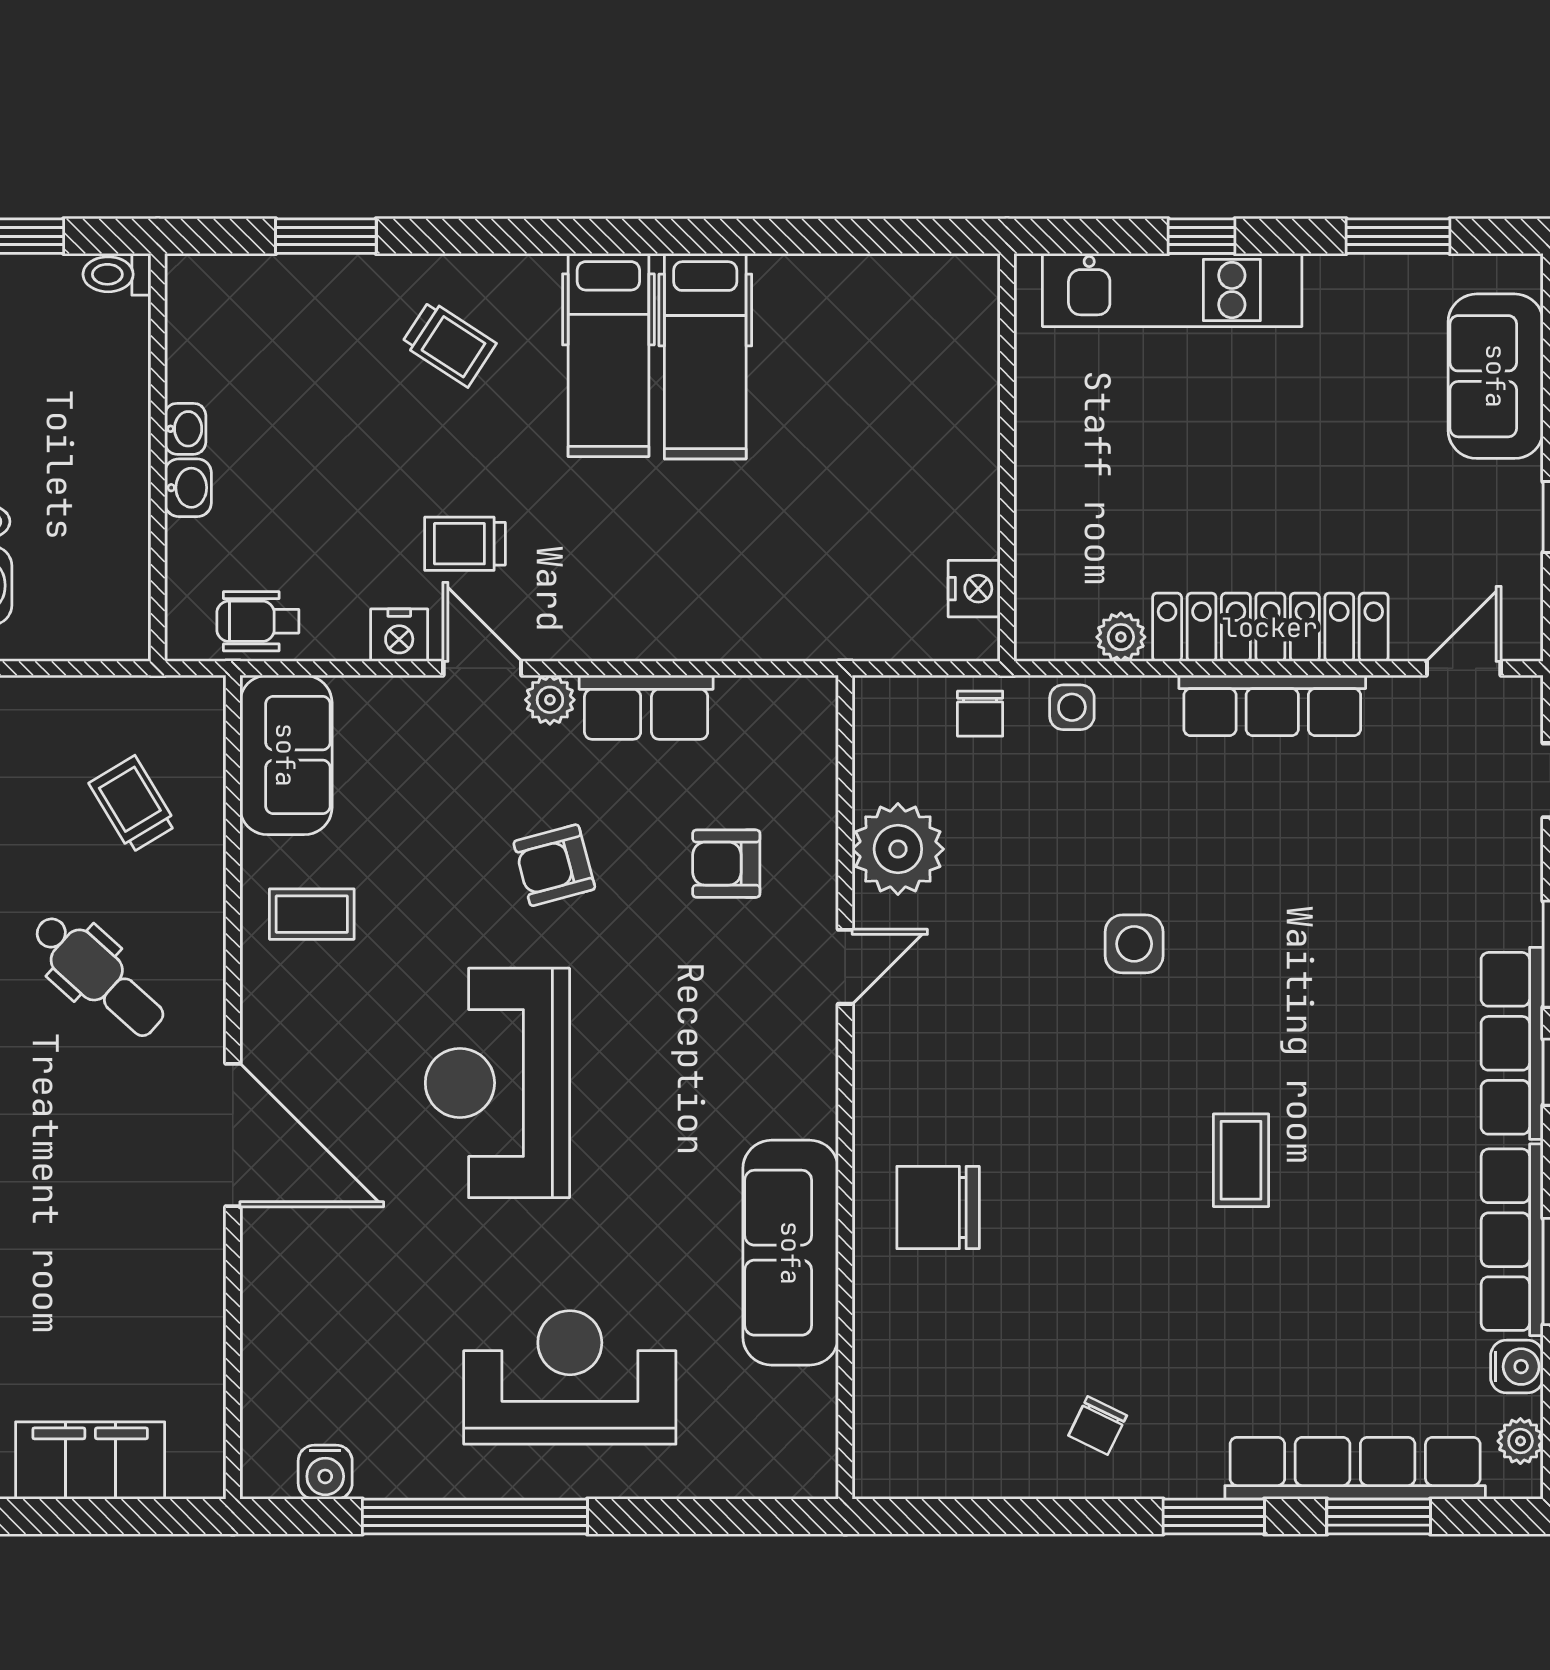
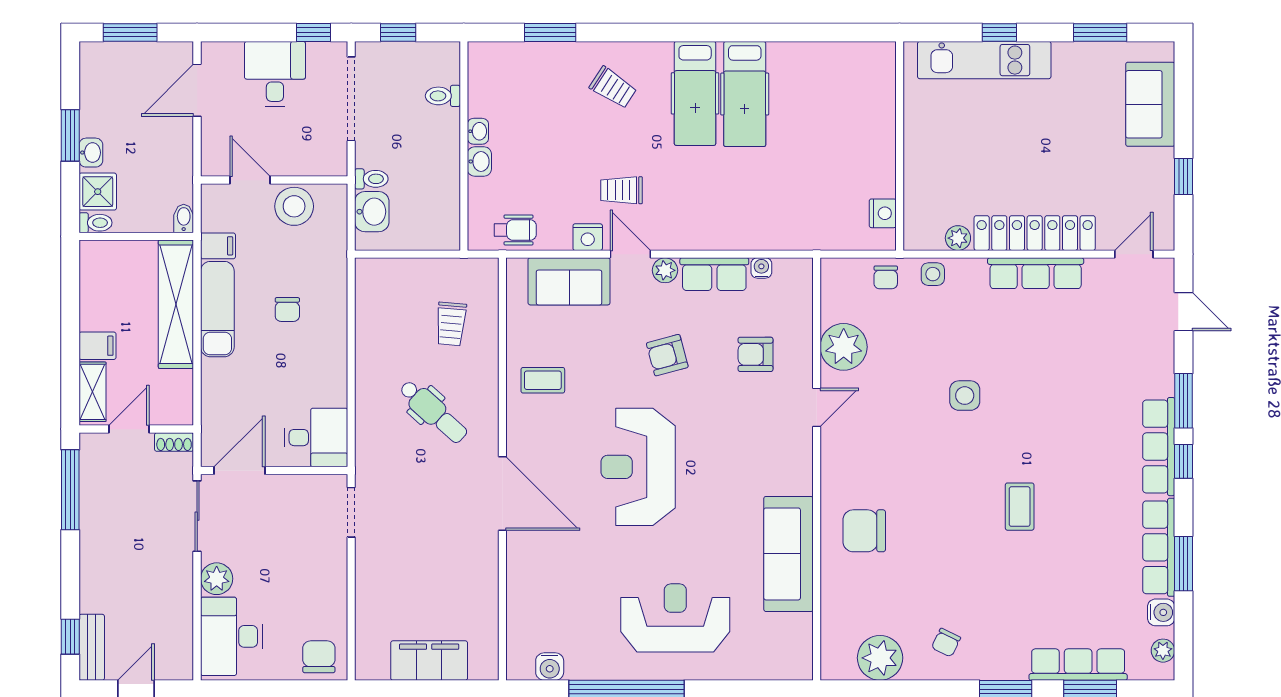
toilet: (117, 274) -> (443, 96), moved
wheelchair: (258, 621) -> (515, 230), turned 180
water cooler: (738, 695) -> (761, 268), added
sofa: (286, 755) -> (569, 281), moved, turned 90
trolley: (133, 804) -> (451, 324), turned -144
plant: (969, 1455) -> (880, 658), added
row of seats: (1355, 1468) -> (1078, 665), width x0.73

